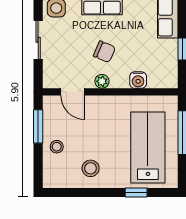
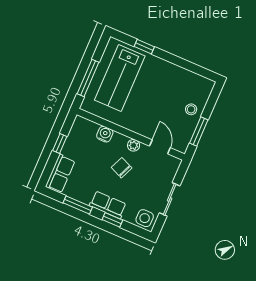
stool: (91, 168) -> (172, 81), removed

